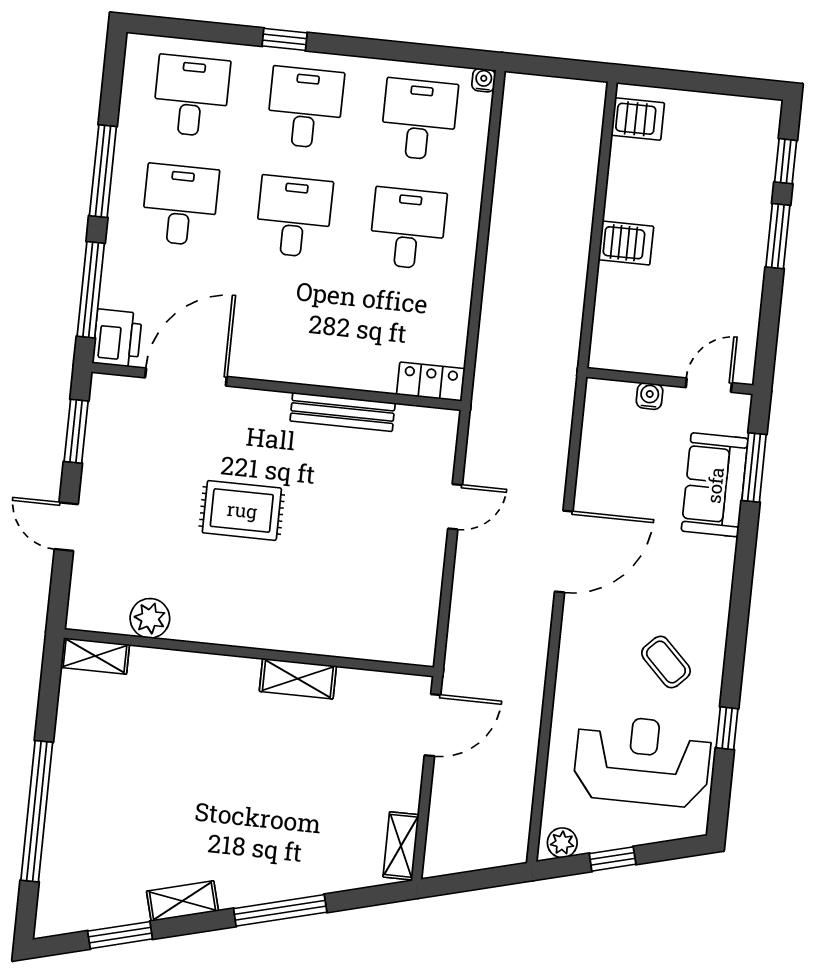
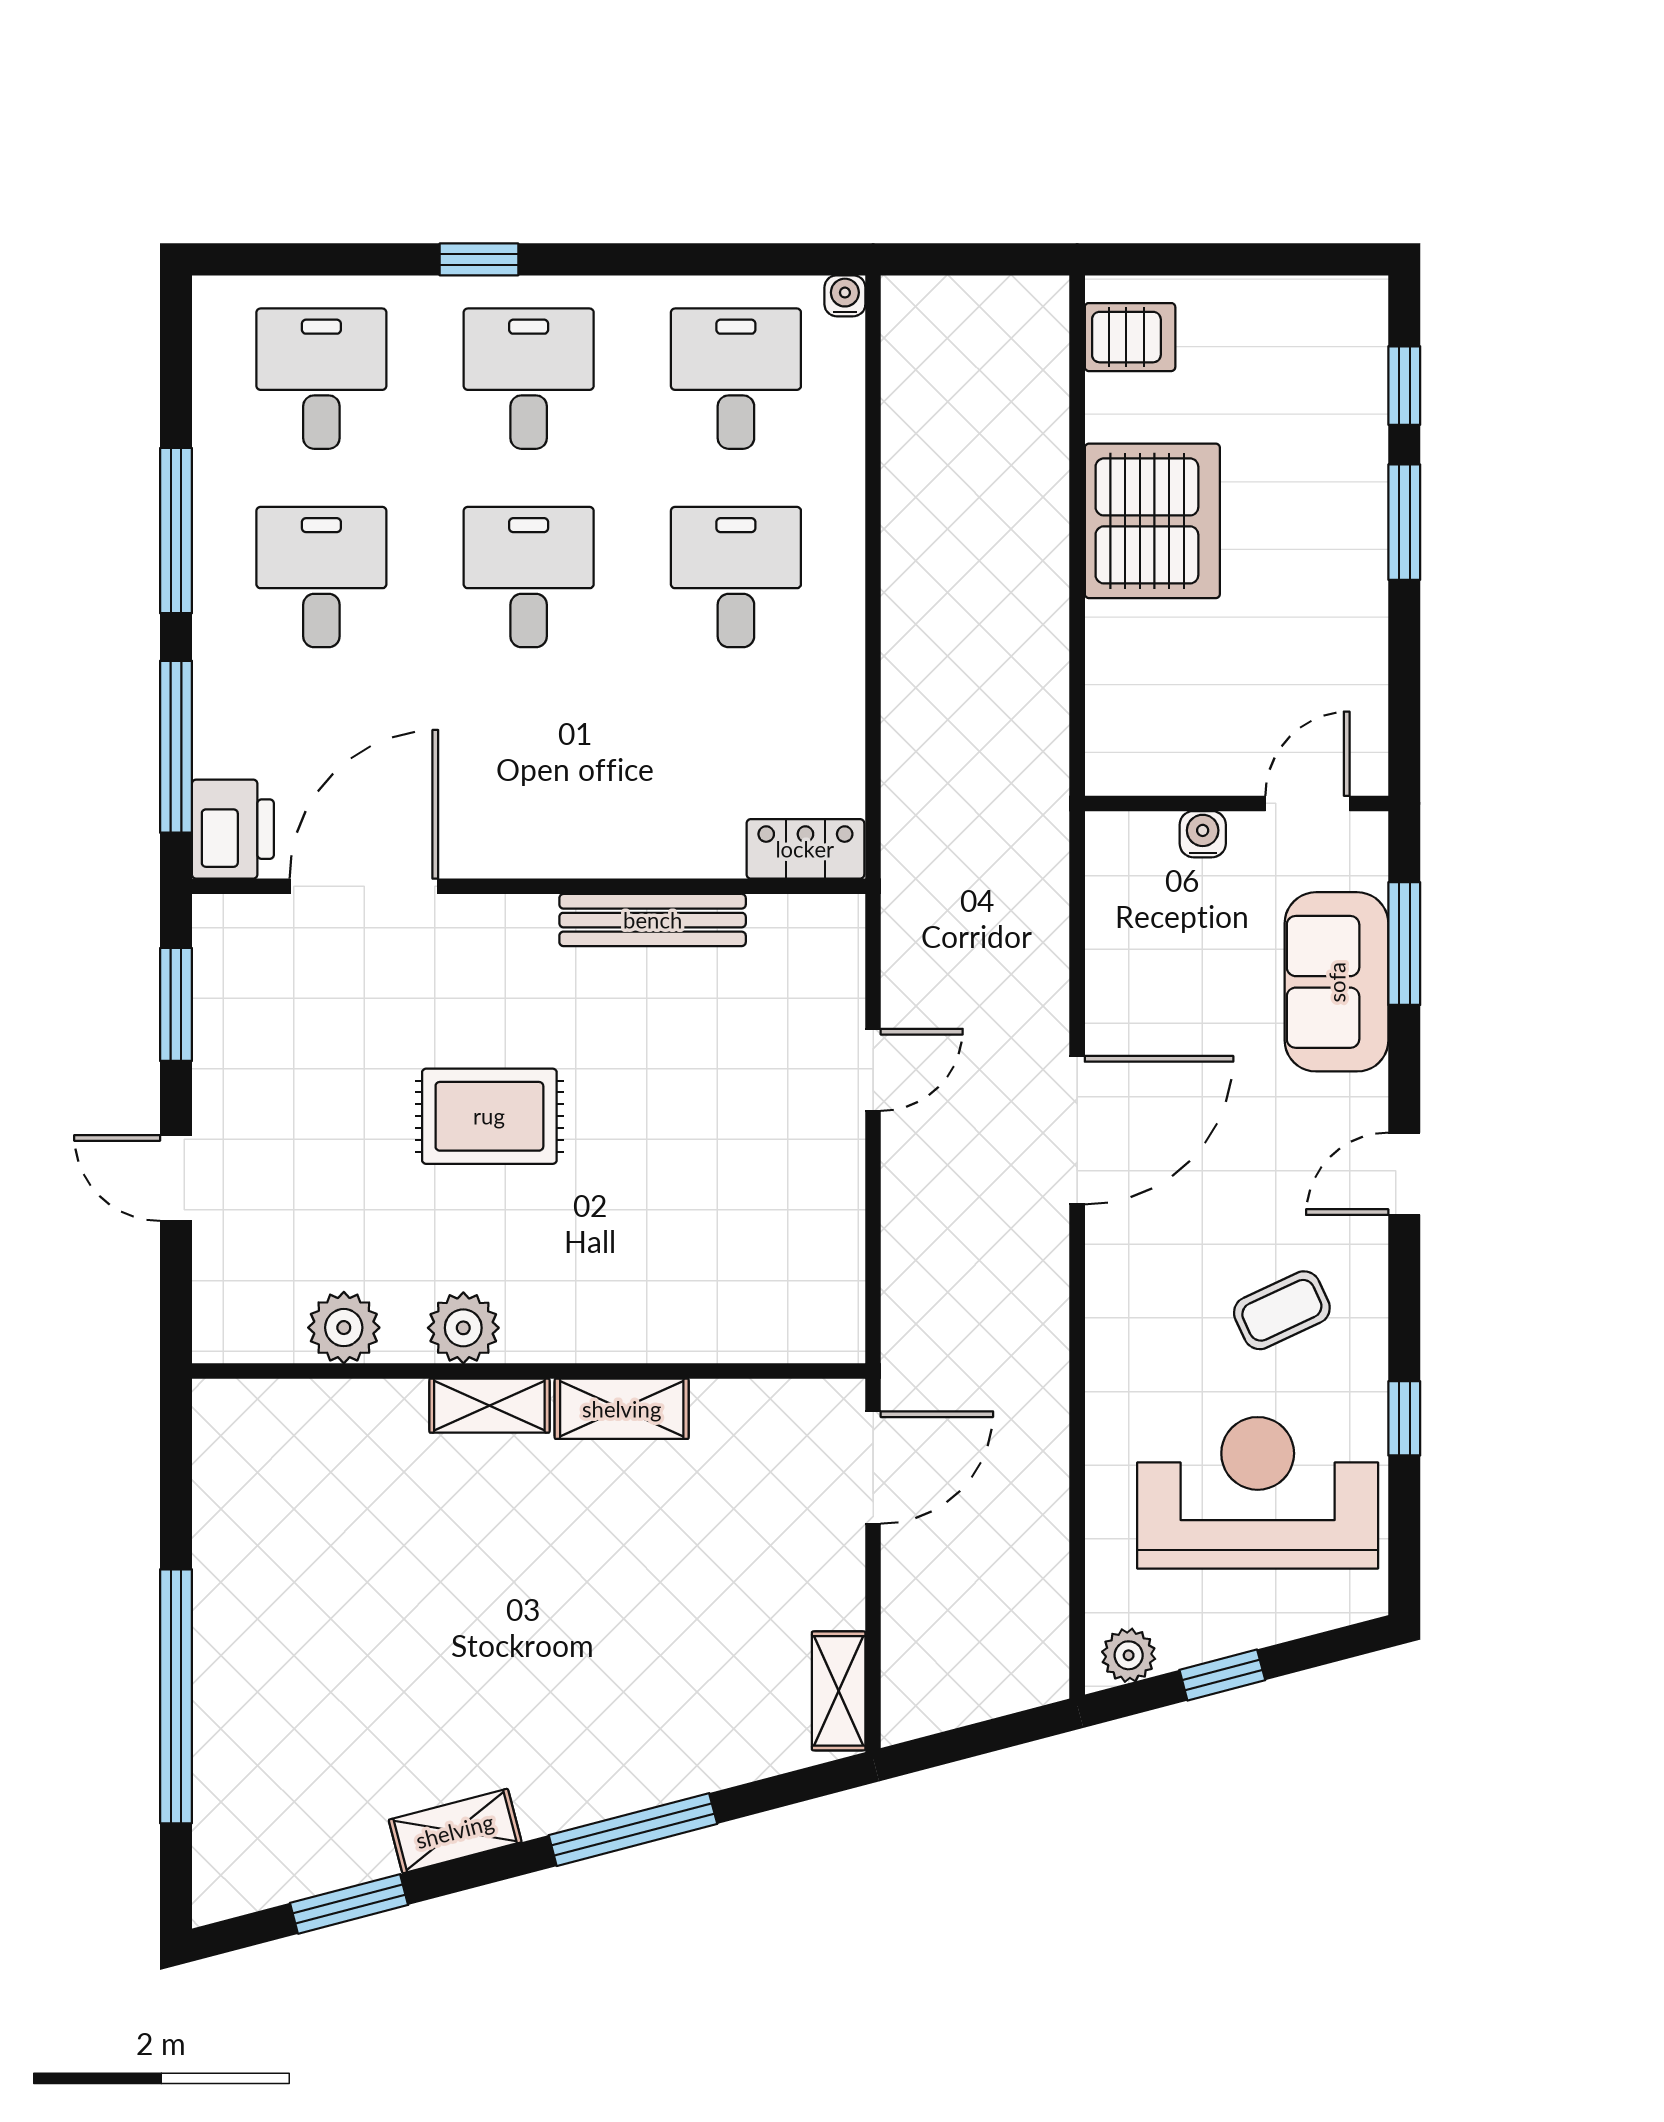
server rack: (626, 243) -> (1152, 521), width x2.18, depth x1.44
door: (741, 594) -> (1404, 1174), added
plant: (215, 625) -> (463, 1328), added
shelving: (95, 656) -> (489, 1406), moved
coffee table: (666, 662) -> (1282, 1310), turned -70

